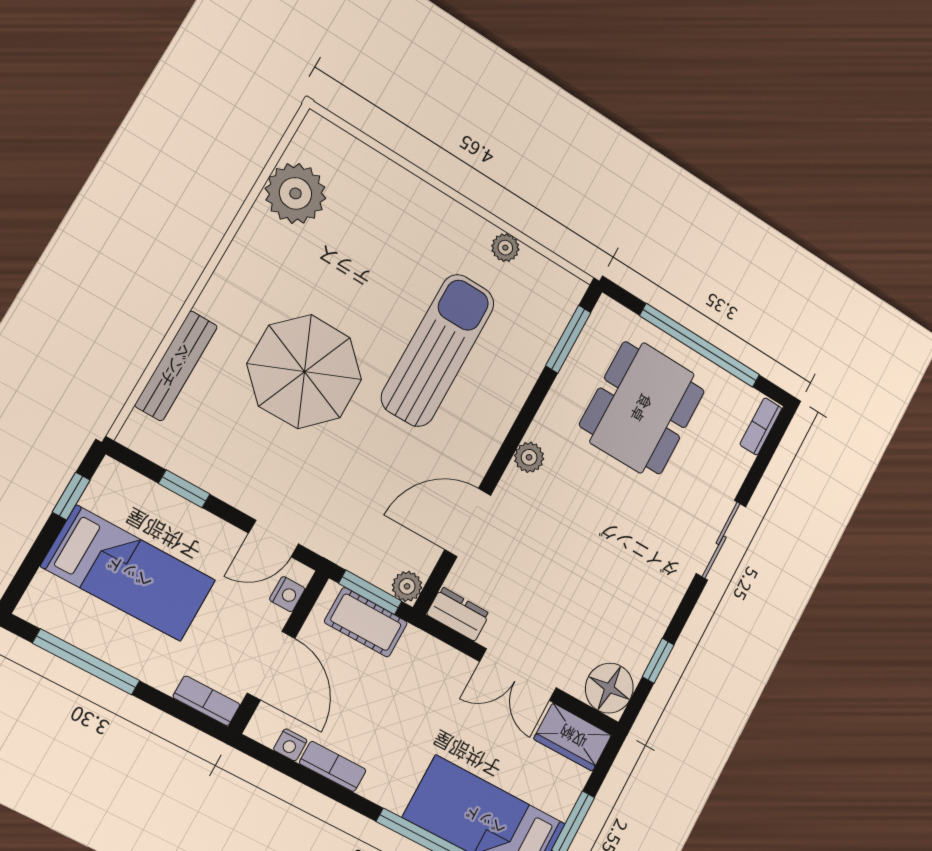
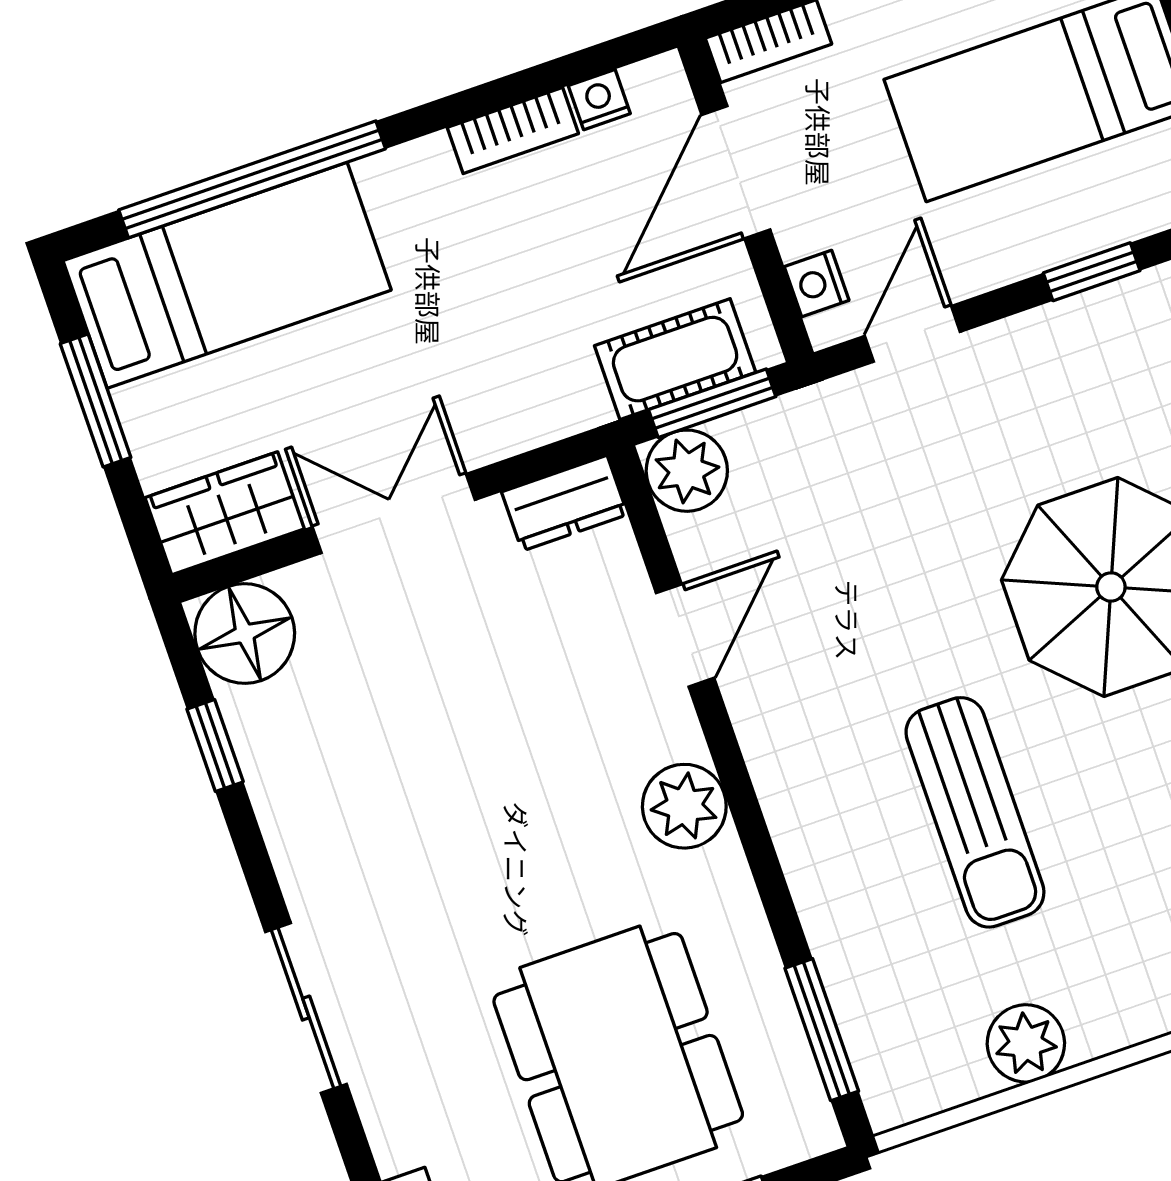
plant: (505, 248) -> (1026, 1043), width x1.38, depth x1.38
sun lounger: (438, 350) -> (975, 812), width x0.73, depth x0.75
plant: (529, 457) -> (684, 806), width x1.38, depth x1.38
door: (468, 522) -> (685, 635), width x0.73
plant: (407, 586) -> (687, 471), width x1.38, depth x1.38
door: (271, 666) -> (736, 172), hinge flipped

